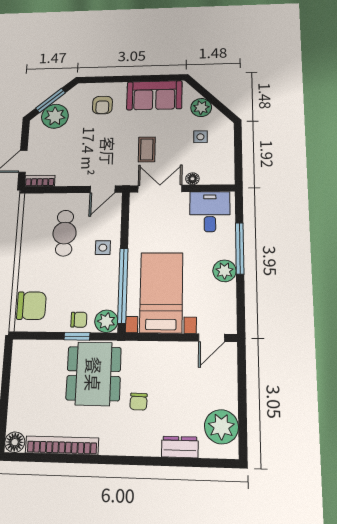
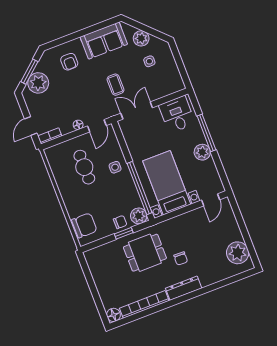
floor lamp: (192, 179) -> (78, 125), moved
dining table: (94, 374) -> (145, 253), width x0.73
dresser: (180, 447) -> (184, 288), moved, width x1.44

